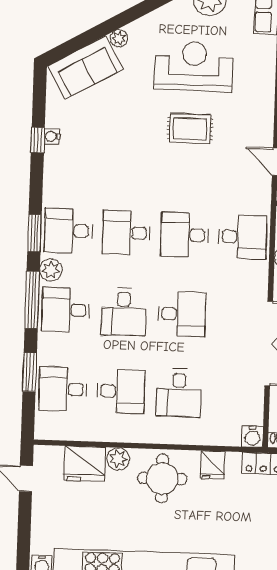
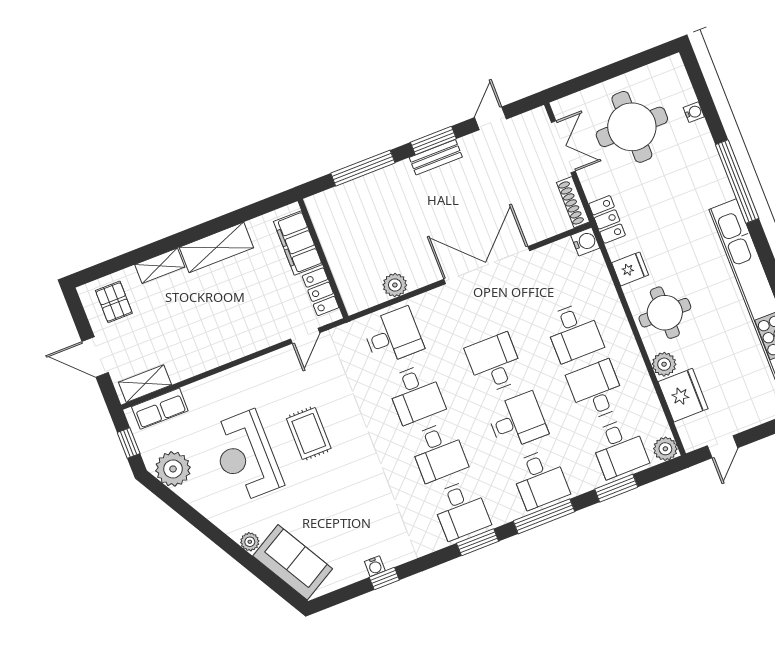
desk: (242, 237) -> (393, 336), turned 90
plant: (51, 270) -> (665, 449), moved
desk: (179, 393) -> (574, 332), turned 90

